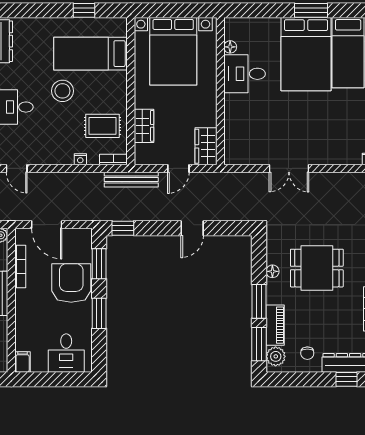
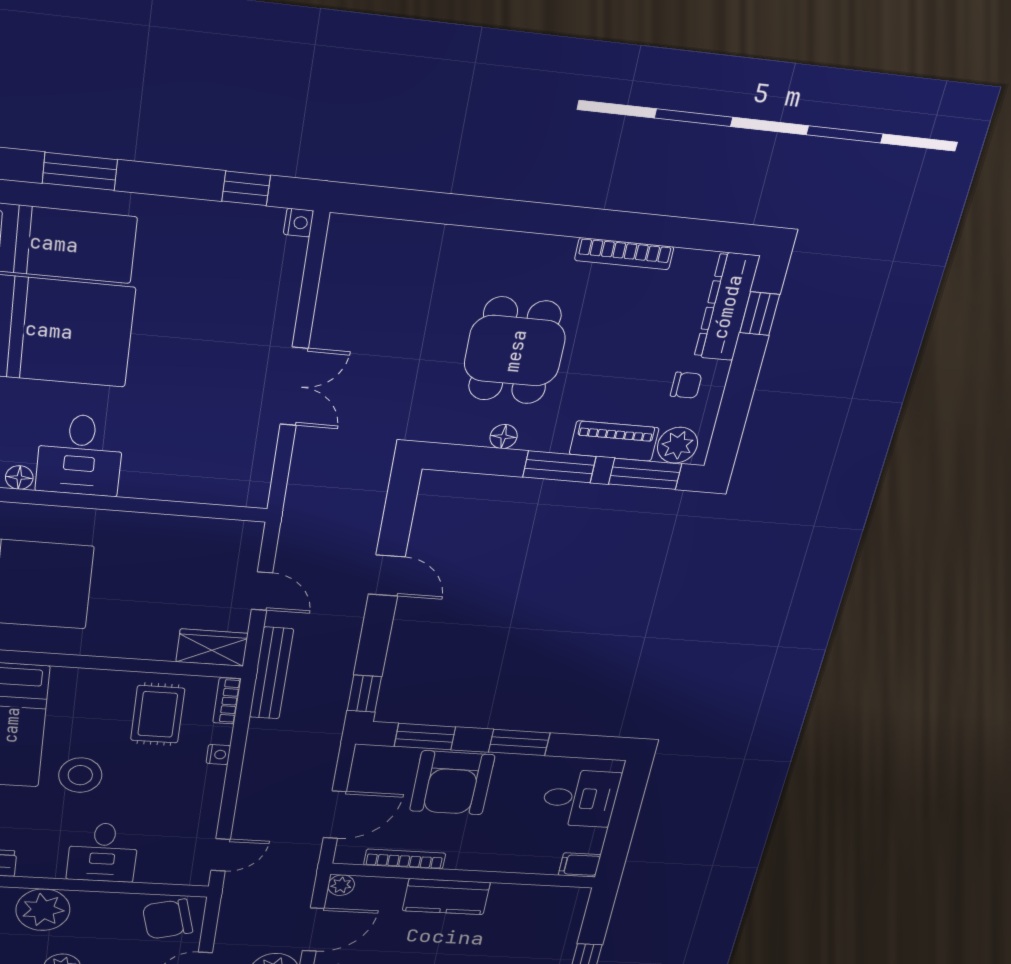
wardrobe: (144, 126) -> (212, 648), moved
wardrobe: (206, 146) -> (224, 538), removed
armchair: (71, 283) -> (452, 783), turned -90

